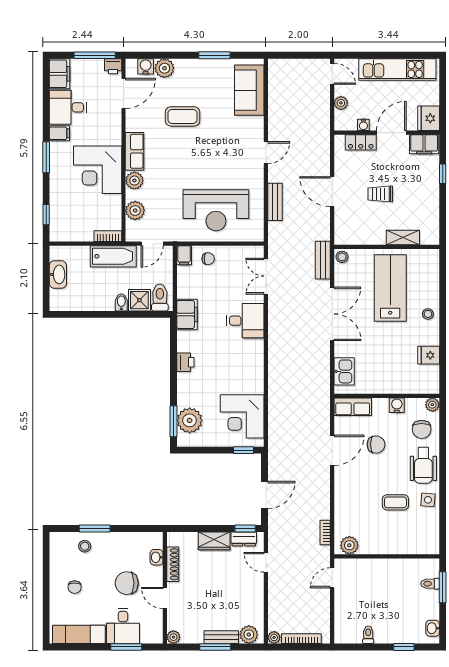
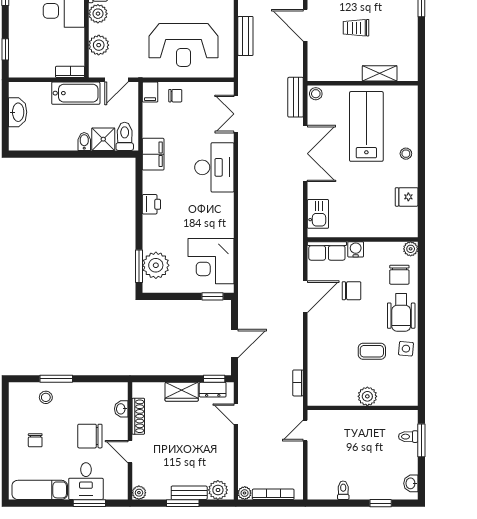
desk: (245, 321) -> (214, 167), width x1.37
water cooler: (397, 405) -> (356, 249), moved
plant: (349, 545) -> (367, 396), moved

